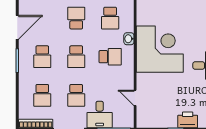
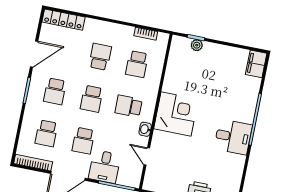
washbasin: (129, 39) -> (145, 129), moved
corner desk: (160, 49) -> (176, 114), width x0.74, depth x0.74
school desk: (110, 57) -> (129, 106), turned 180

